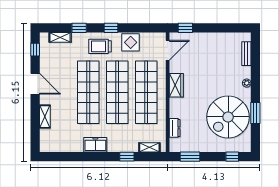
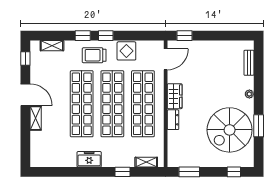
window: (79, 28) -> (83, 36), moved
shelving: (45, 117) -> (36, 118), moved
dresser: (175, 128) -> (173, 120), moved

